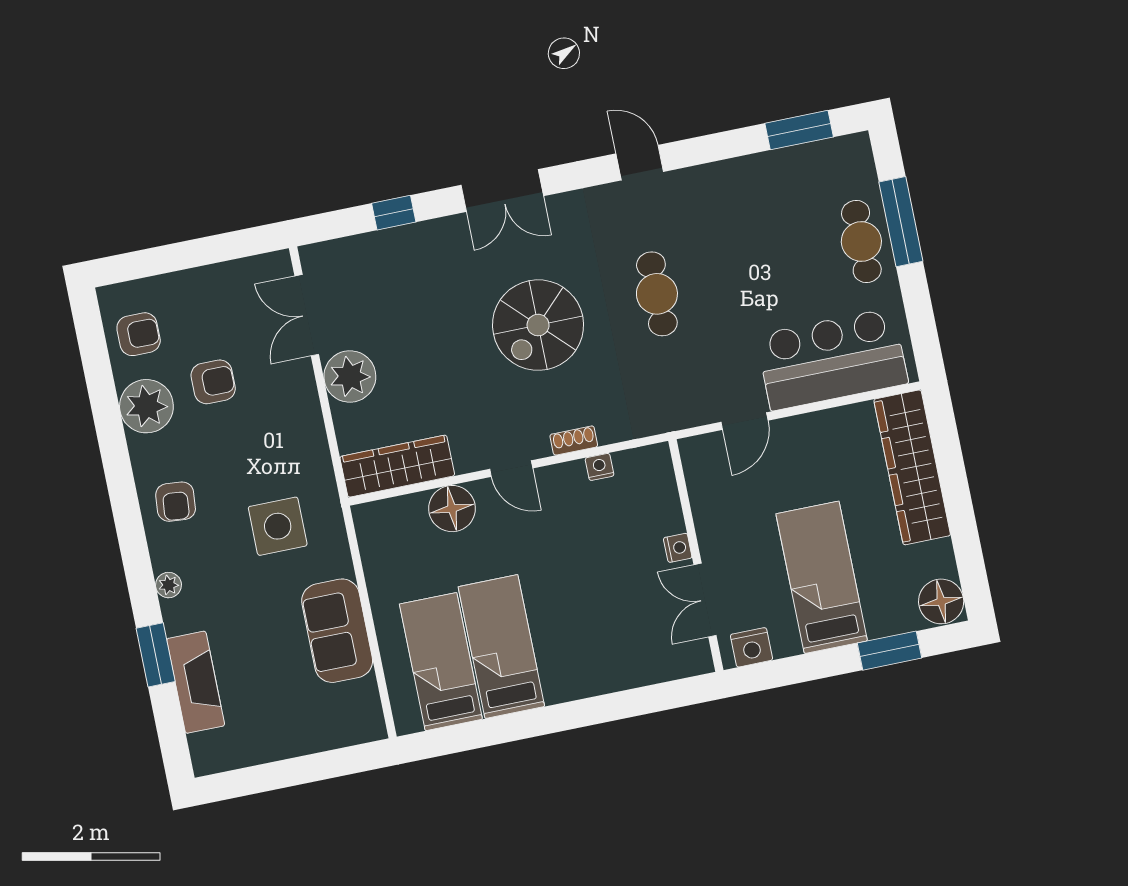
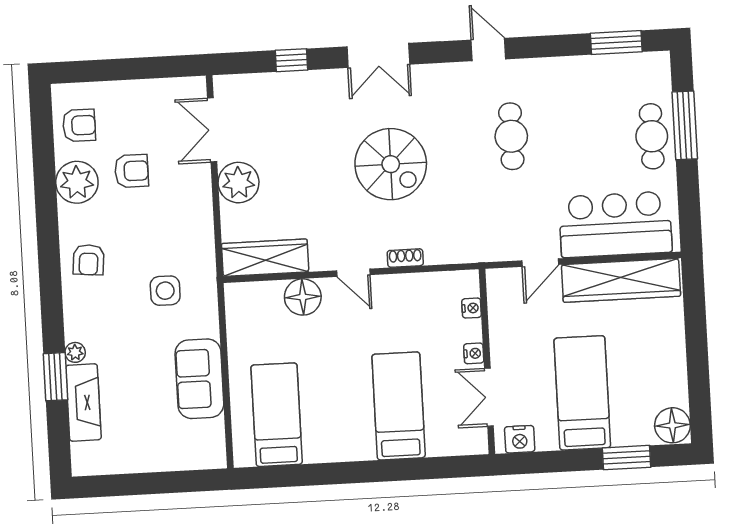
cafe table: (657, 294) -> (511, 136), moved
spiral stairs: (538, 325) -> (391, 164), turned -90
nightstand: (600, 467) -> (472, 308), moved, turned 90
wardrobe: (912, 467) -> (621, 280), moved, turned -90
side table: (278, 526) -> (165, 291), width x0.73, depth x0.73
plant: (169, 585) -> (75, 352), moved
bed: (501, 647) -> (399, 406), moved

